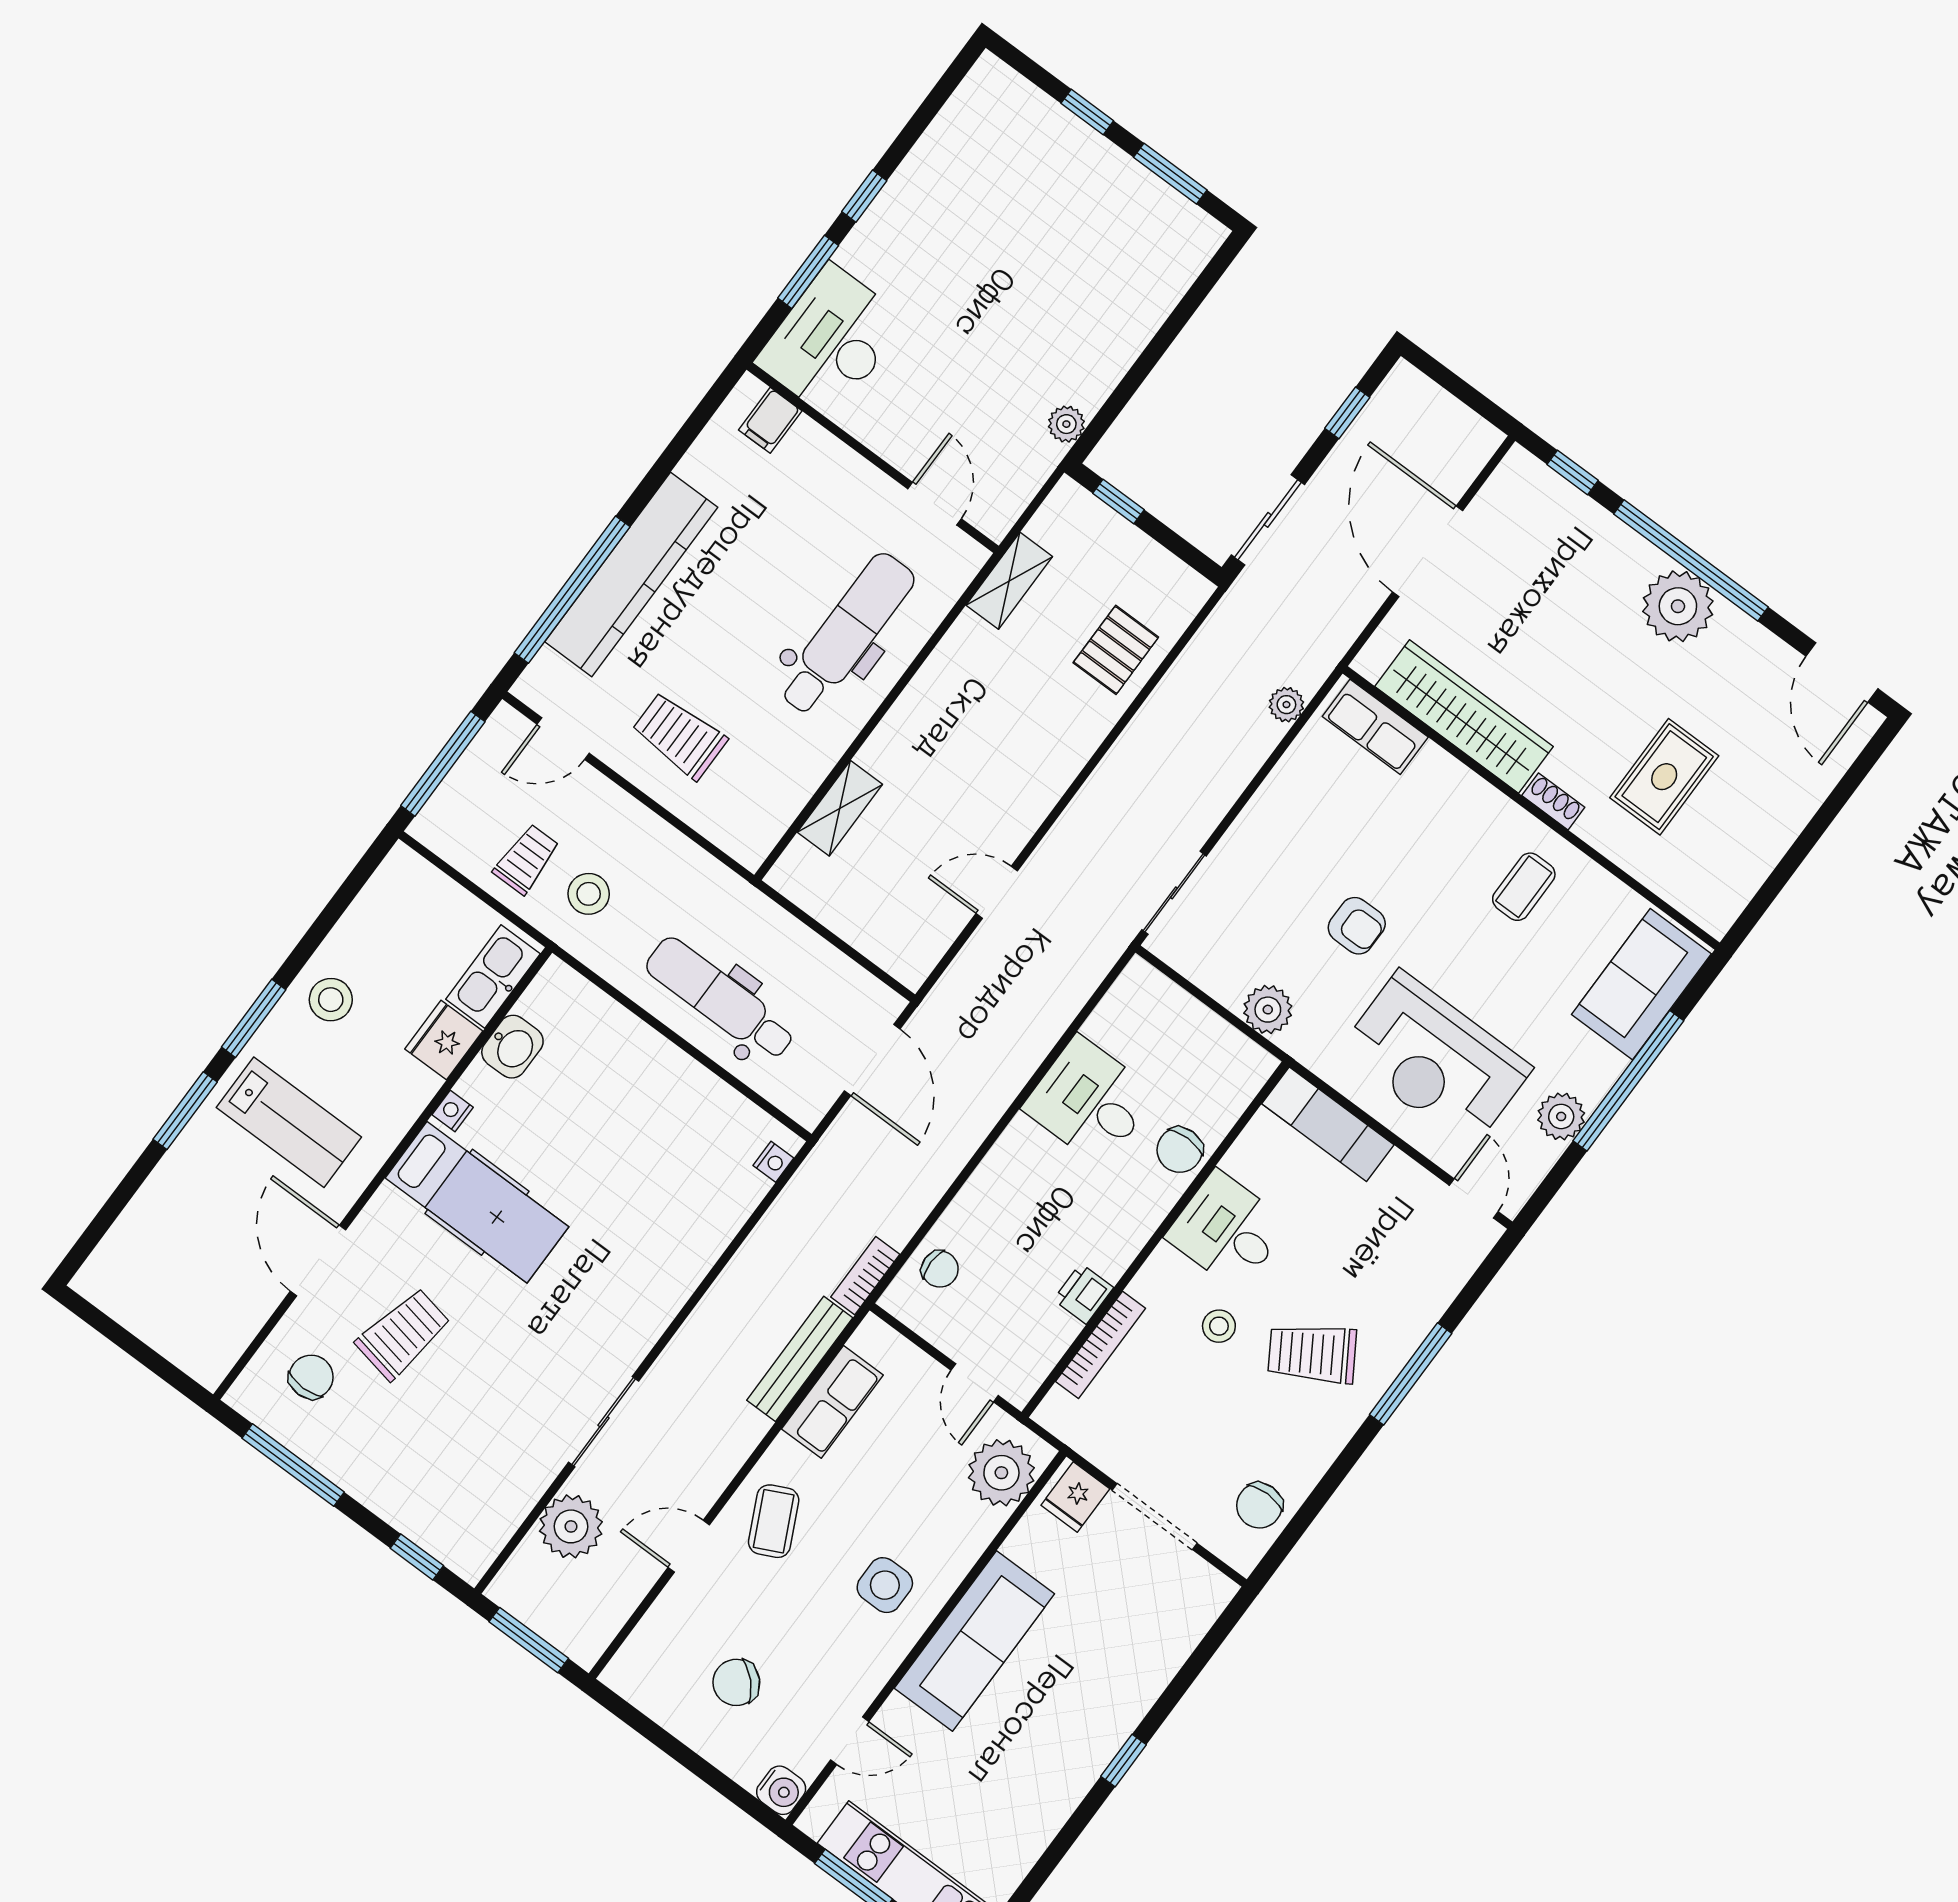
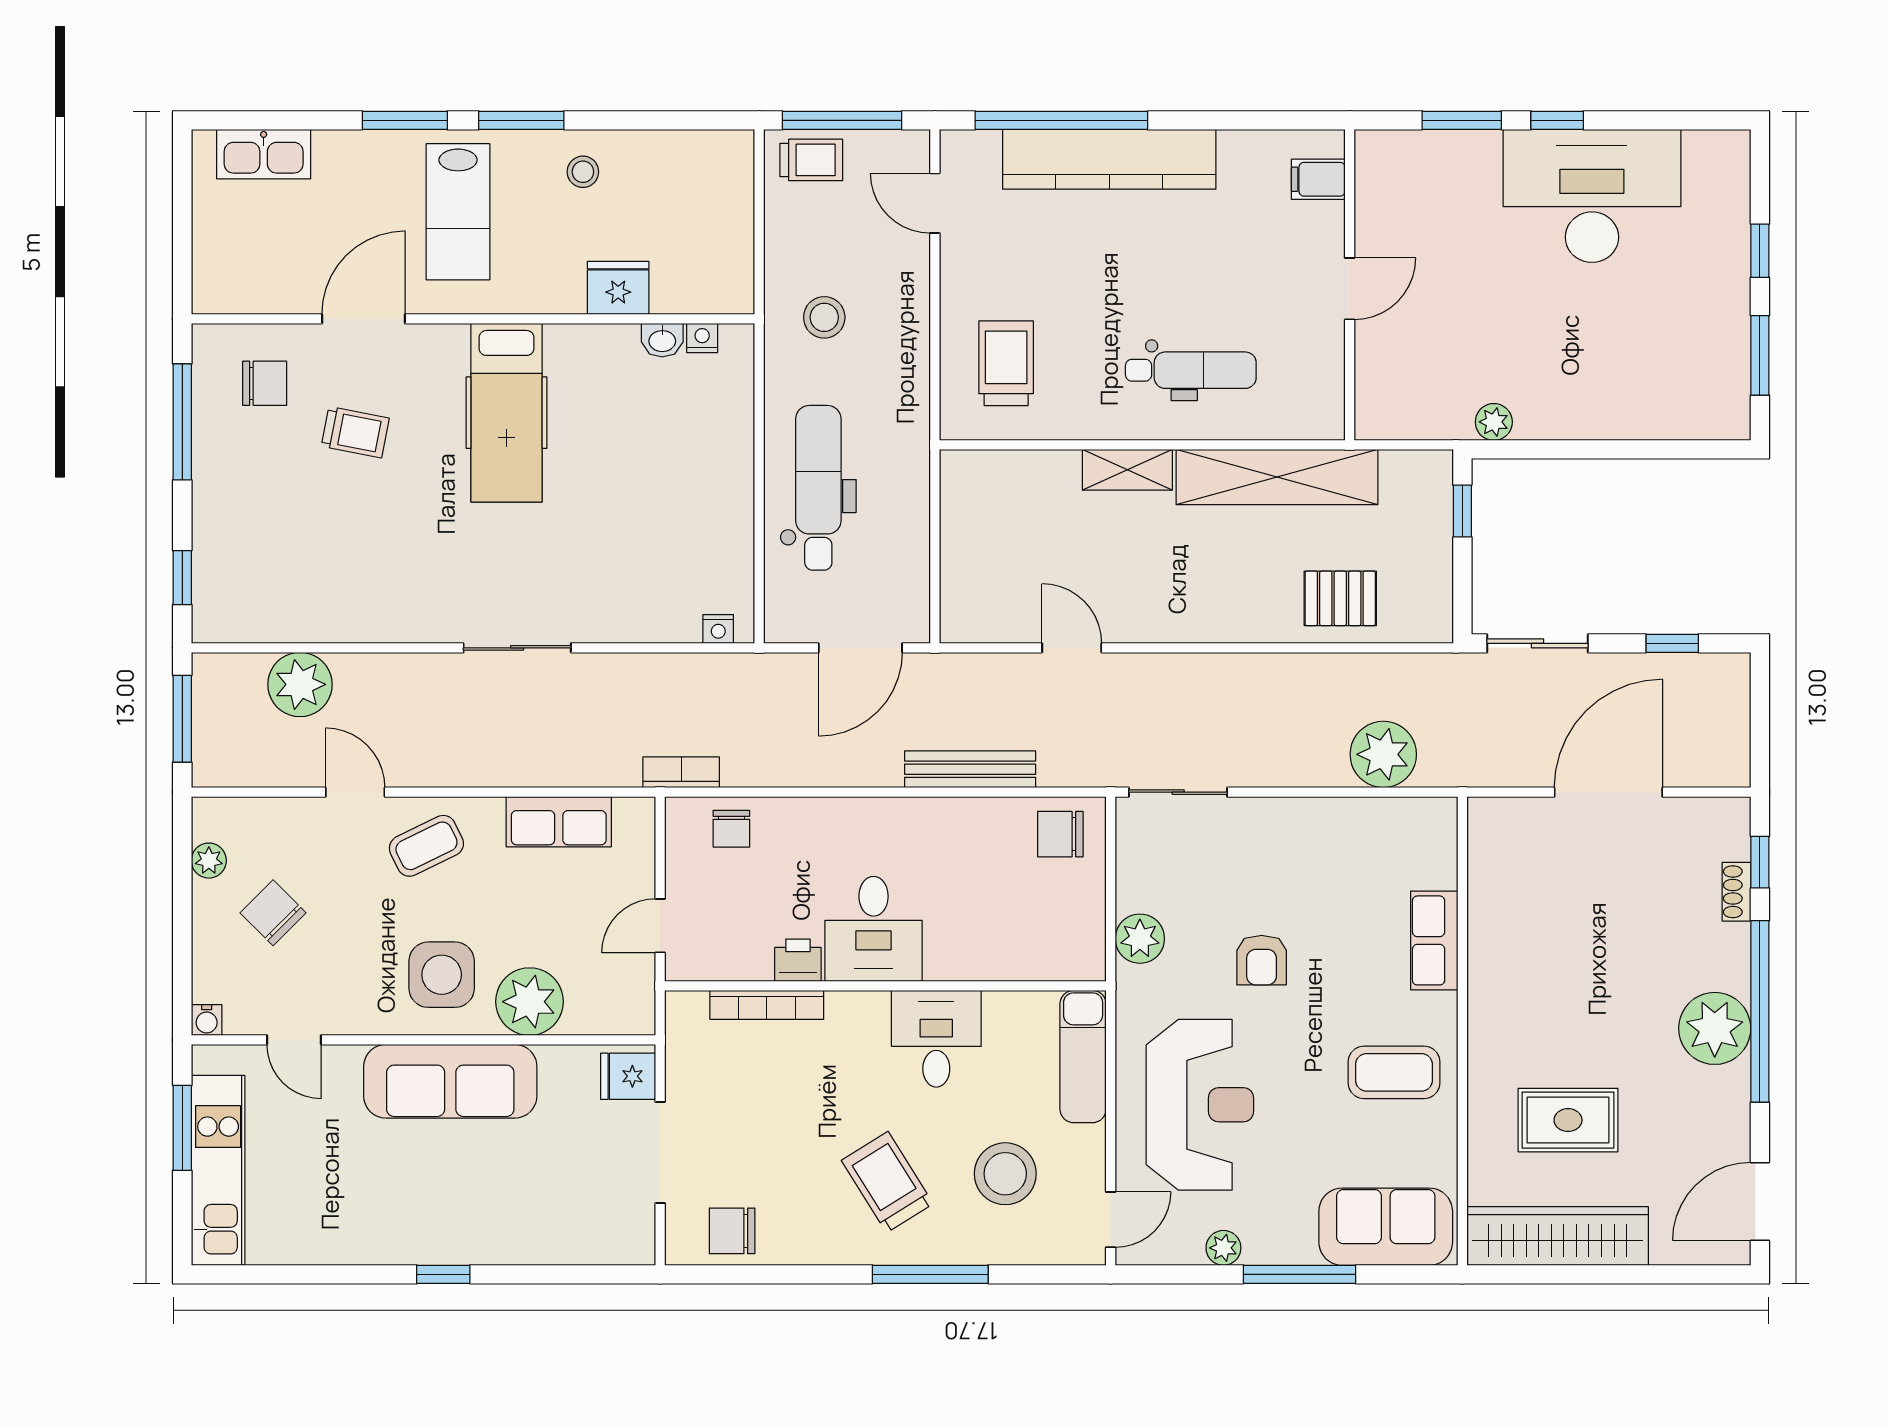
desk: (831, 341) -> (1592, 196), moved, width x1.36, depth x1.30
door: (934, 504) -> (1350, 289), moved
shelving: (1009, 581) -> (1277, 477), width x2.20, depth x1.33
dental chair: (847, 634) -> (1191, 370), width x0.73, depth x0.72
plant: (1286, 705) -> (1383, 754), width x1.88, depth x1.88
wardrobe: (1464, 716) -> (1558, 1236), moved, turned -90
row of seats: (1375, 727) -> (1434, 940), moved
trolley: (679, 736) -> (1006, 363), moved
shoe rack: (1553, 801) -> (1737, 892), moved, turned 180
shelving: (840, 808) -> (1127, 470), moved
trolley: (526, 859) -> (811, 160), moved
coffee table: (1524, 887) -> (1394, 1072), width x1.36, depth x1.30
kitchen sink: (493, 977) -> (264, 154), moved, turned 180
stool: (331, 1000) -> (583, 172), width x0.73, depth x0.73
washbasin: (512, 1047) -> (662, 340), width x0.72, depth x0.69
reception desk: (1435, 1060) -> (1200, 1105), turned 180
window: (1628, 1081) -> (1300, 1274), width x0.68
desk: (1090, 1101) -> (874, 929), moved, turned 180
nightstand: (453, 1111) -> (702, 338), moved
plant: (1561, 1116) -> (1223, 1248), width x0.73, depth x0.73
chair: (1180, 1150) -> (1060, 834), moved
stool: (1219, 1326) -> (1005, 1174), moved, width x1.89, depth x1.89
trolley: (403, 1334) -> (355, 432), width x0.73, depth x0.72
bench: (800, 1359) -> (970, 769), moved
sliding door: (604, 1422) -> (517, 648), moved
plant: (1001, 1473) -> (529, 1002), moved
side table: (885, 1585) -> (442, 975), width x1.37, depth x1.37
plant: (657, 1703) -> (209, 861), added
water cooler: (781, 1790) -> (207, 1020), width x0.72, depth x0.72

